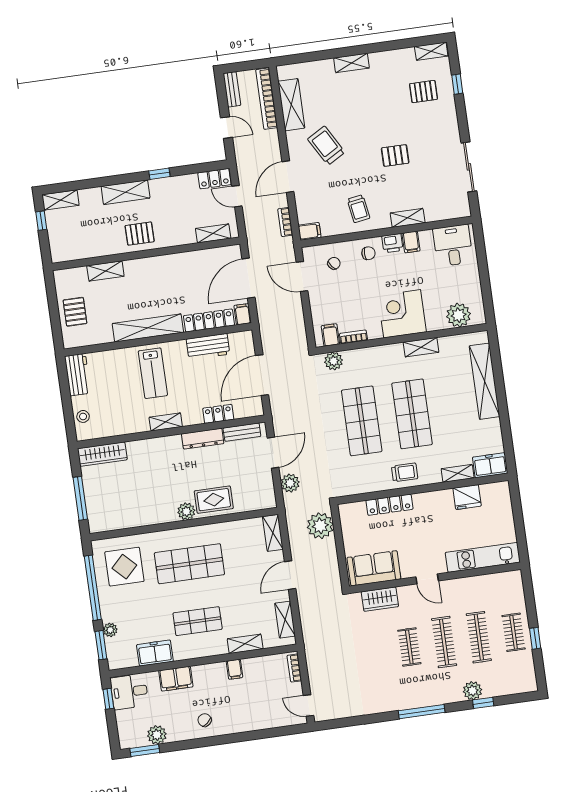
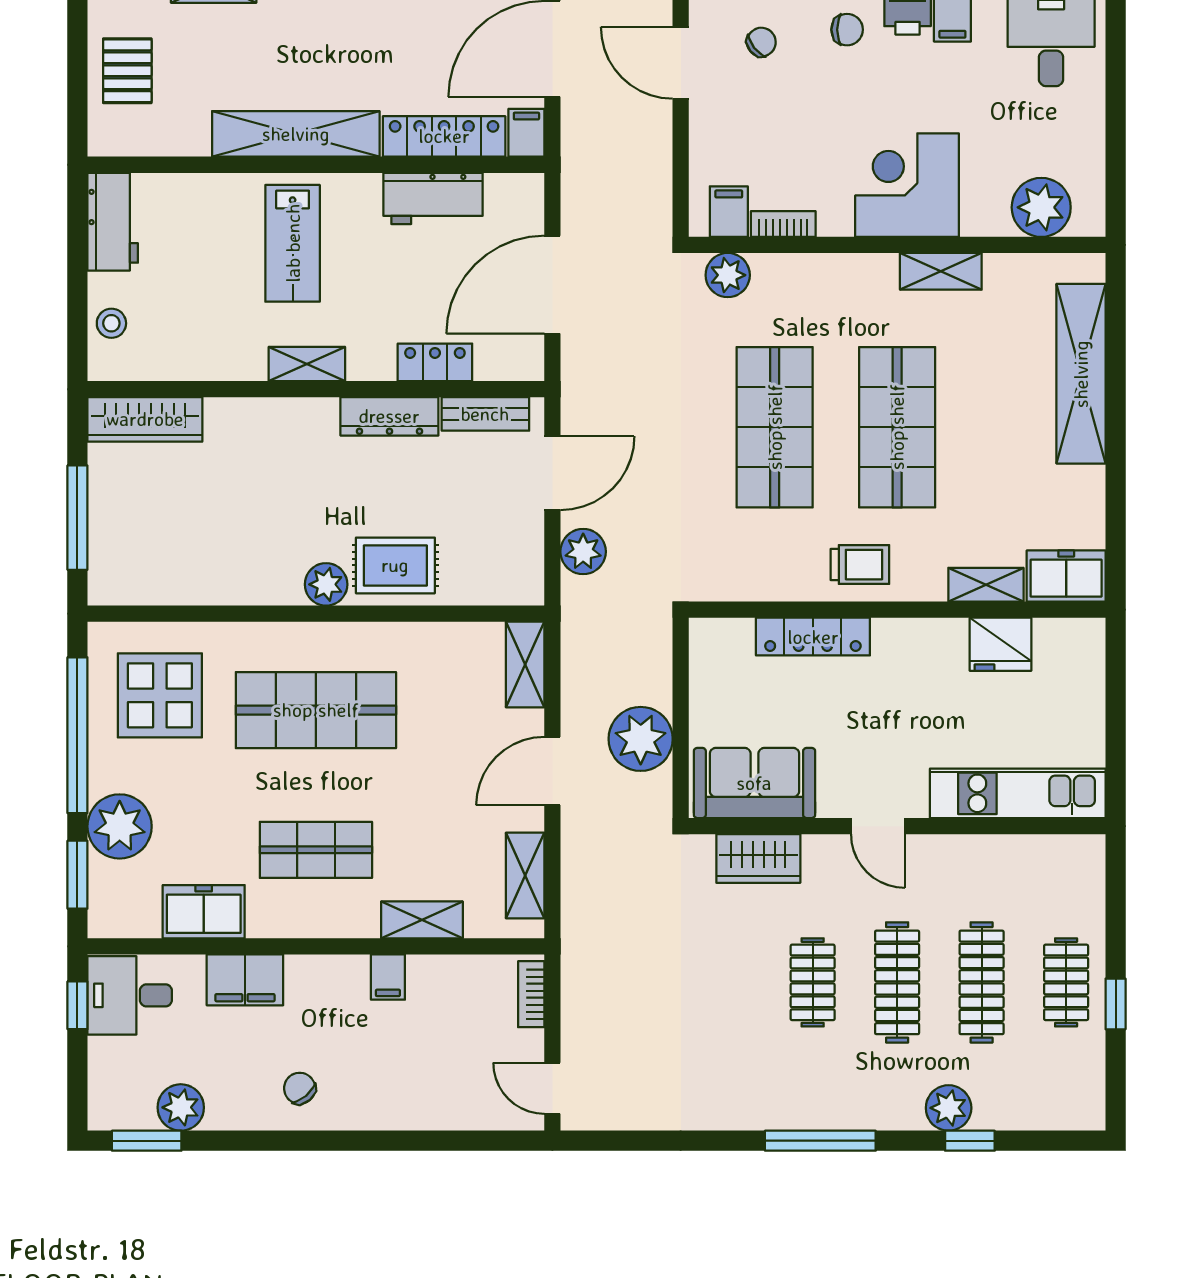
plant: (320, 526) -> (641, 739), moved
plant: (110, 630) -> (120, 826), width x1.88, depth x1.88

